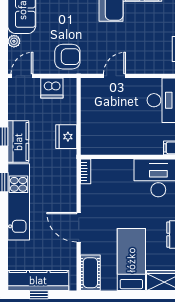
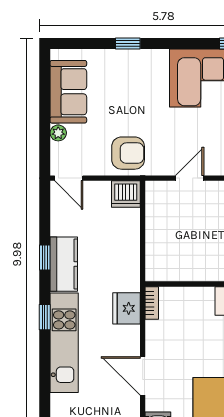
door: (22, 76) -> (69, 178), swing flipped
dishwasher: (52, 88) -> (126, 194), moved
fridge: (66, 137) -> (127, 308), moved

